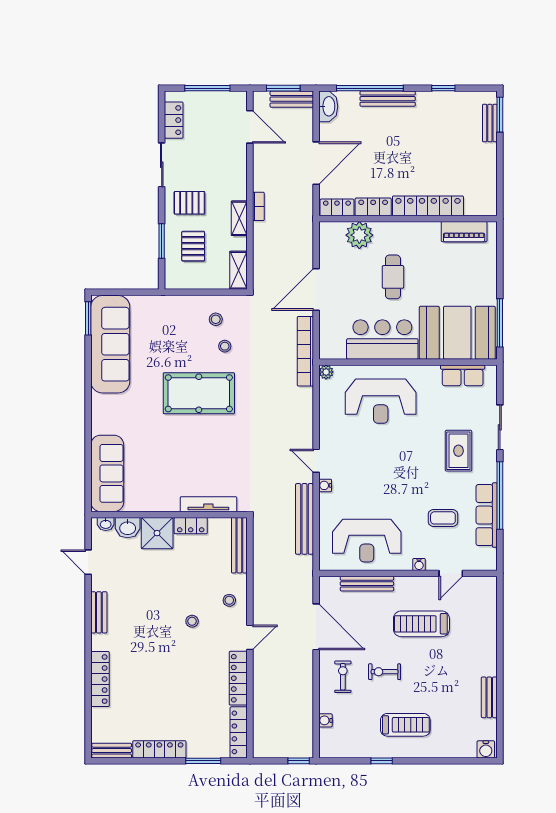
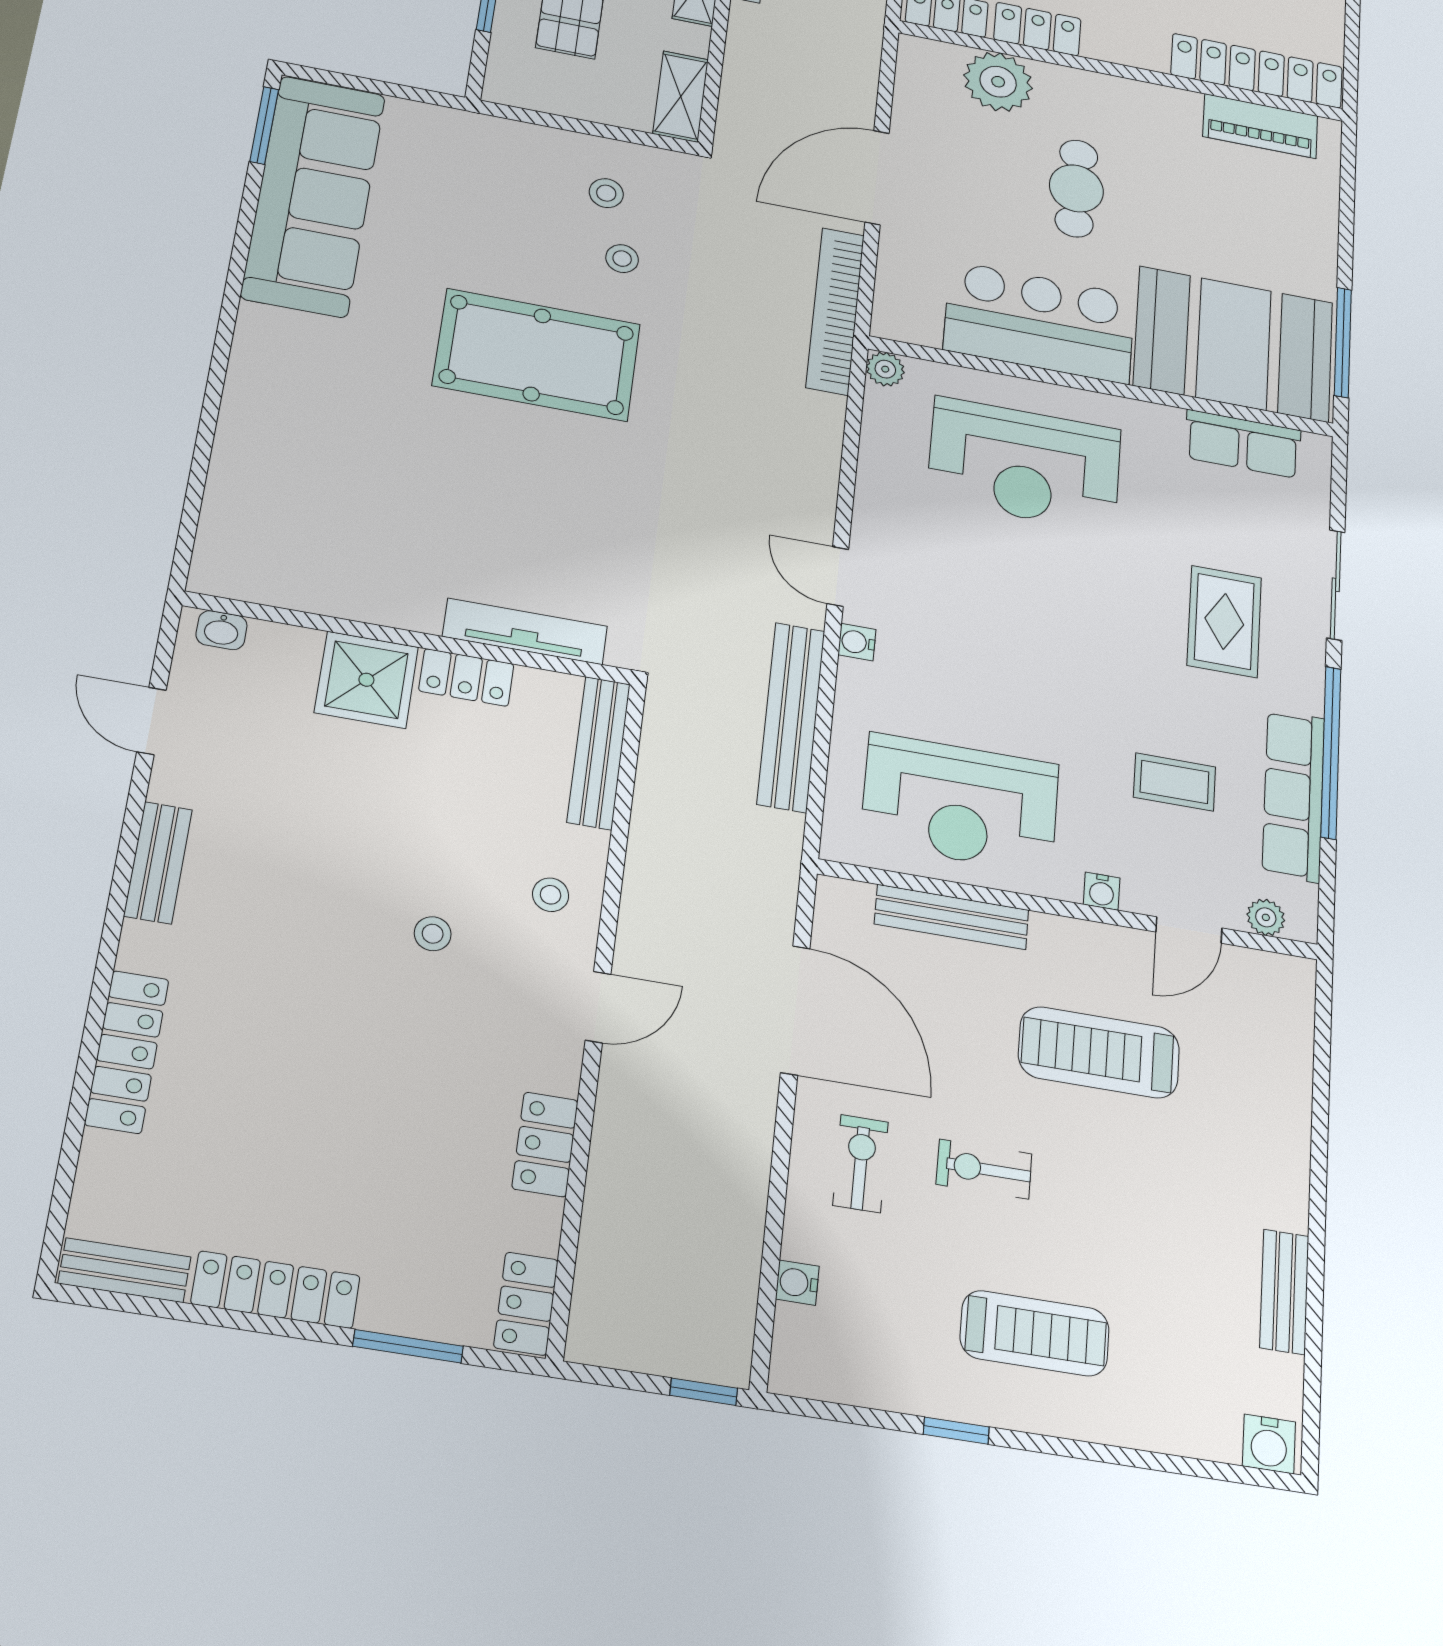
locker: (428, 206) -> (1257, 71), moved
sofa: (107, 473) -> (249, 502), removed
washbasin: (128, 528) -> (284, 651), removed
plant: (478, 564) -> (1266, 917), added
locker: (238, 678) -> (545, 1144), width x0.66
locker: (239, 732) -> (526, 1304), width x0.66

